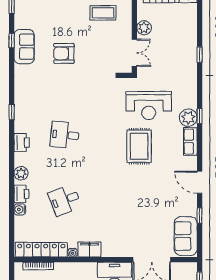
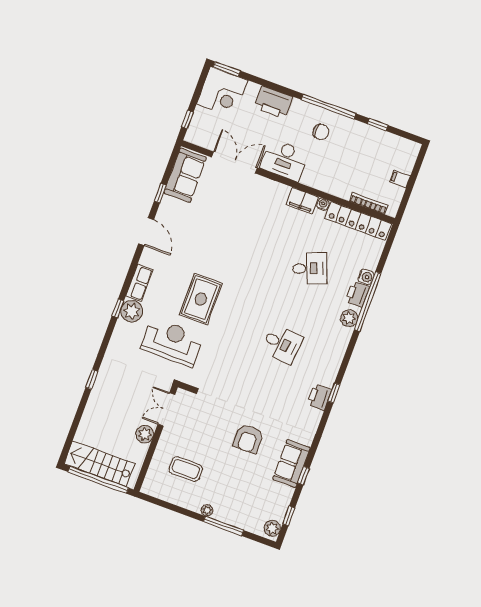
armchair: (64, 53) -> (248, 439), turned 90
printer: (22, 142) -> (319, 397), moved
window: (12, 191) -> (368, 301), added

